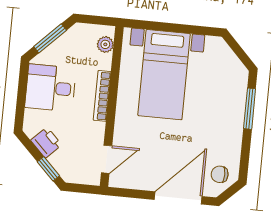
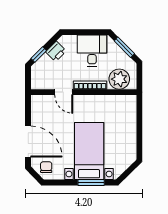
plant: (105, 44) -> (119, 79), width x1.88, depth x1.88
bed with nightstands: (164, 75) -> (89, 151), moved, turned 90
door: (107, 159) -> (64, 92), moved

